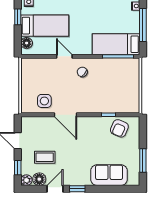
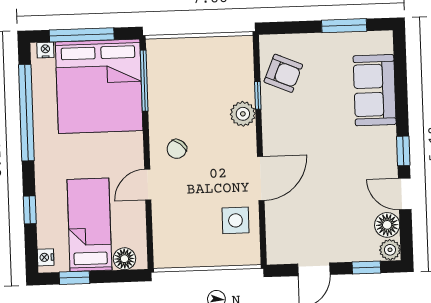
bed: (116, 44) -> (99, 86), width x2.04
plant: (99, 107) -> (243, 114), added
coffee table: (45, 157) -> (344, 216), removed

